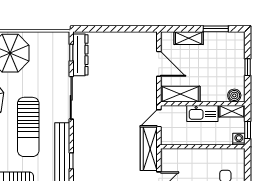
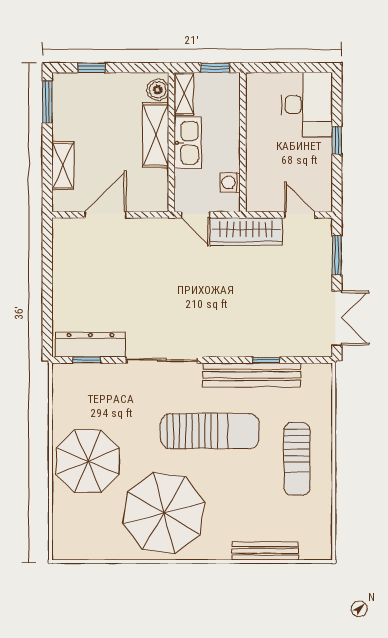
window: (216, 29) -> (47, 102), moved
window: (248, 67) -> (91, 68), moved
shelving: (180, 94) -> (156, 135), moved
washing machine: (239, 139) -> (230, 182), moved

